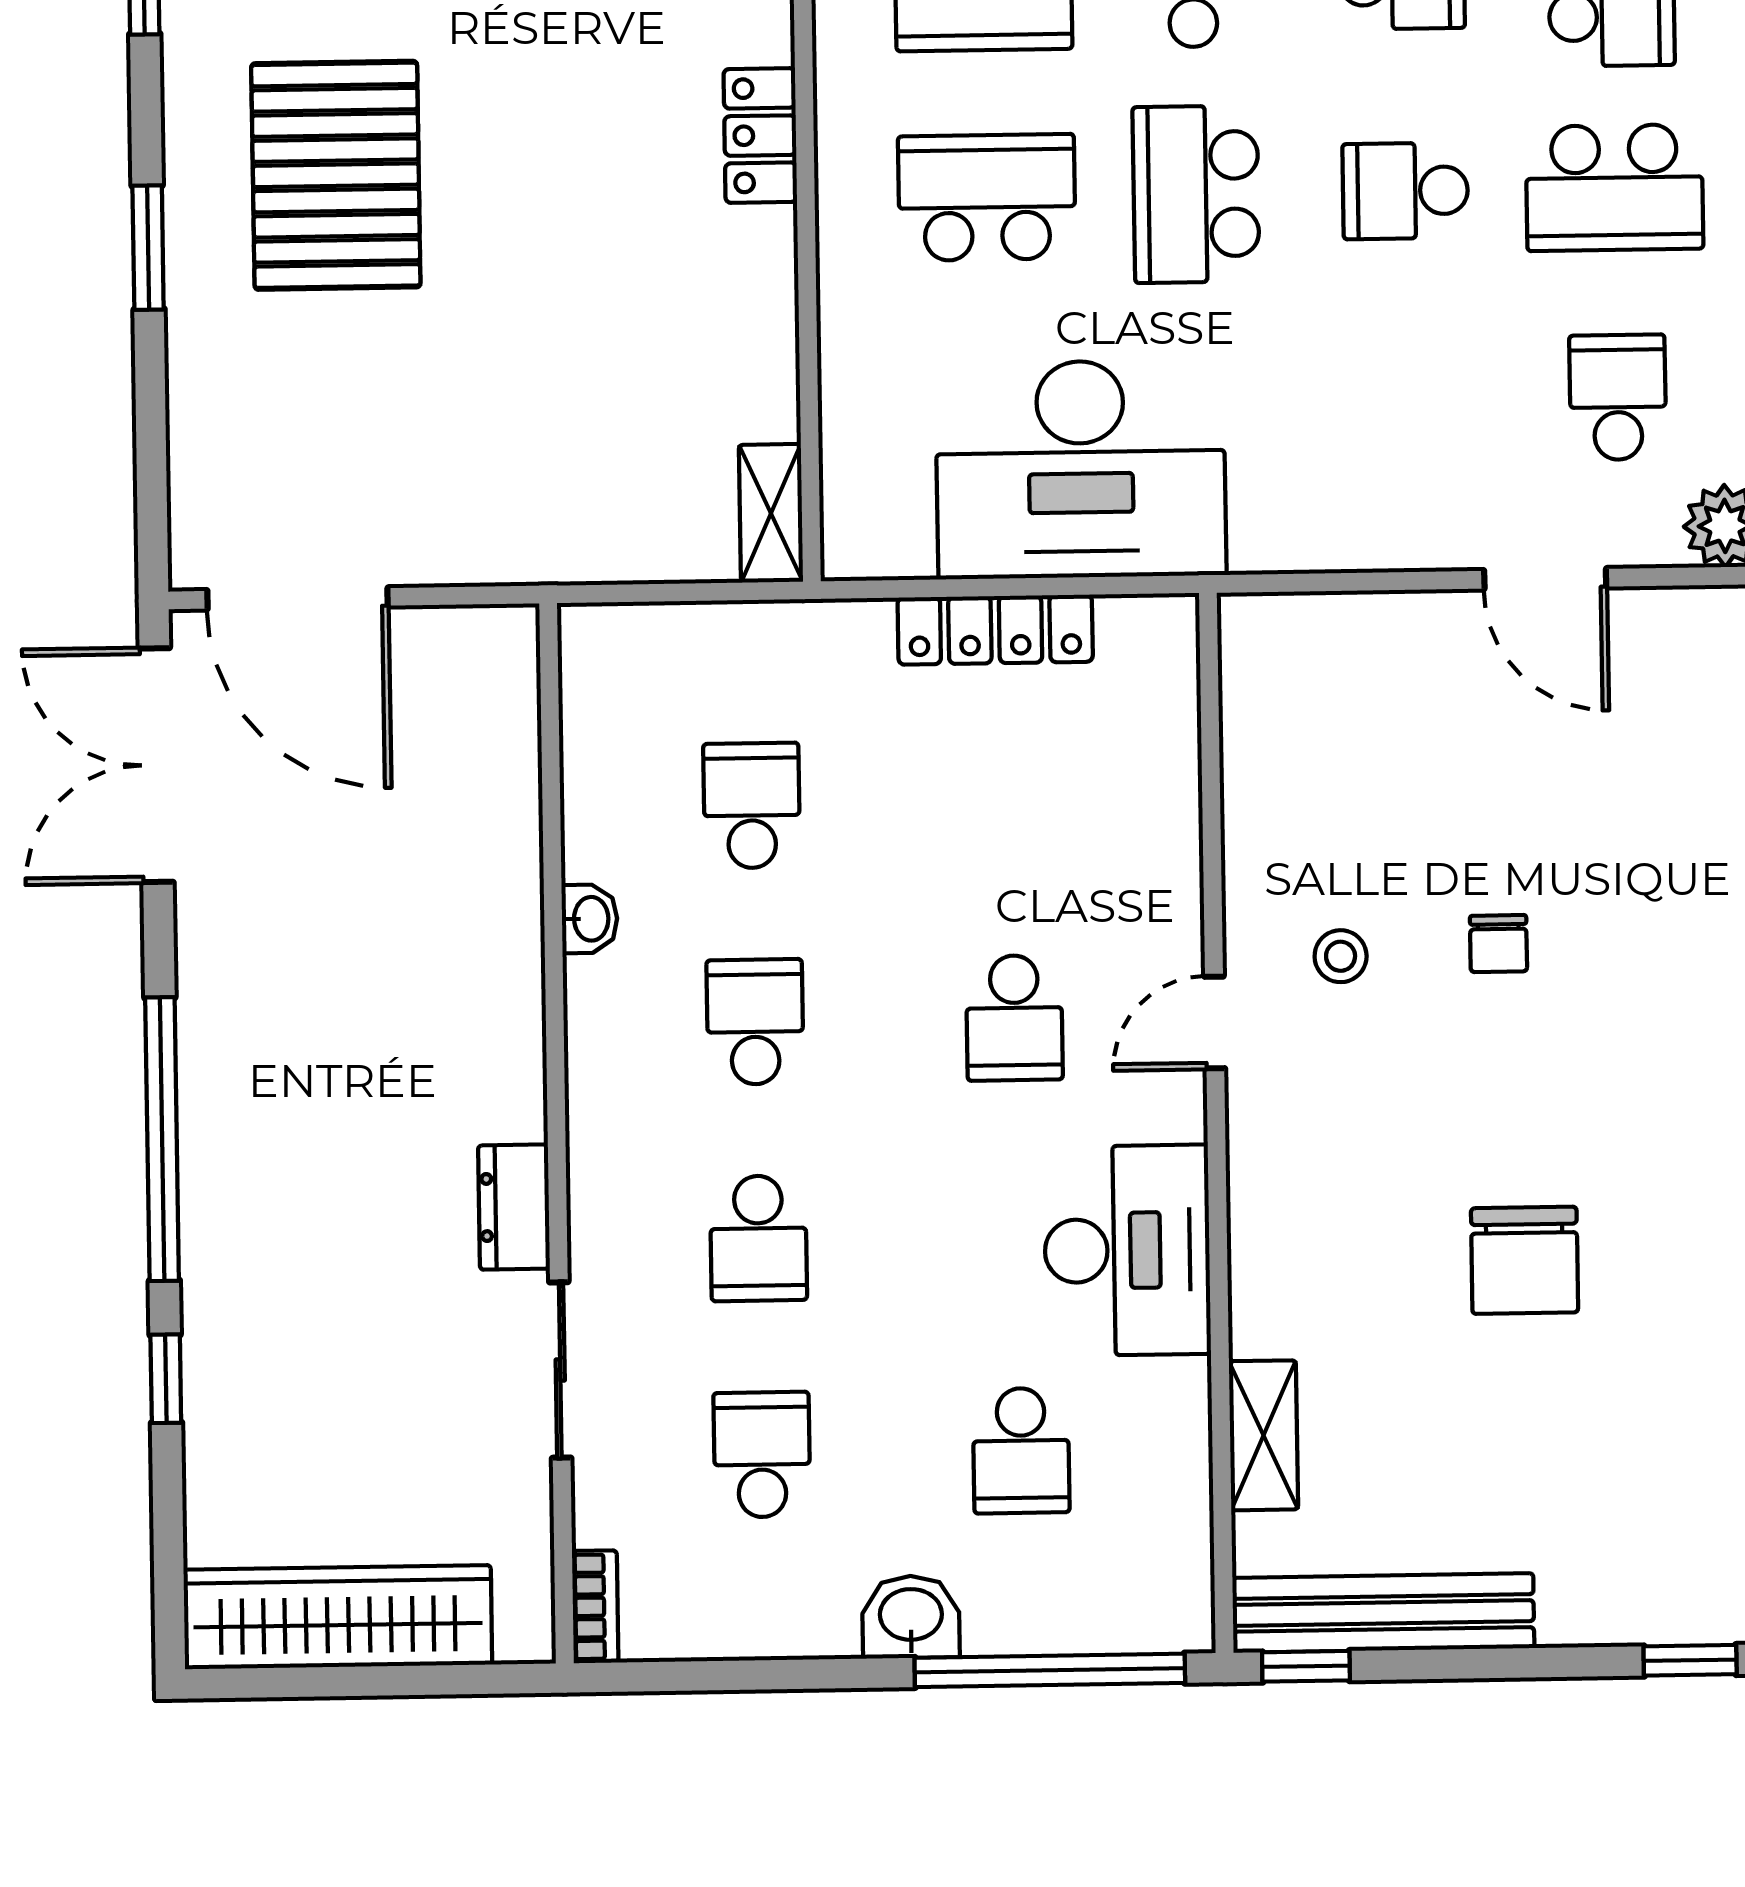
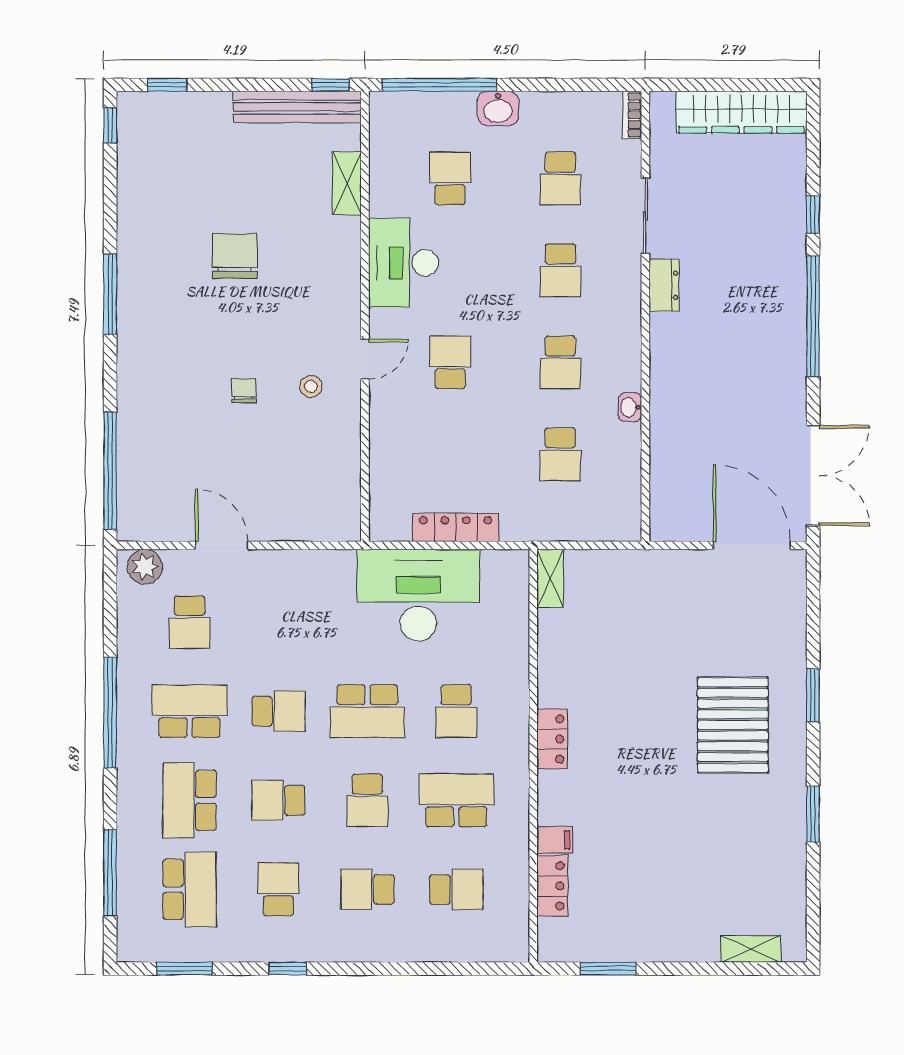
school desk: (1196, 194) -> (367, 711), turned 90
school desk: (987, 197) -> (456, 711), width x0.54
school desk: (758, 1238) -> (560, 270), turned 180

